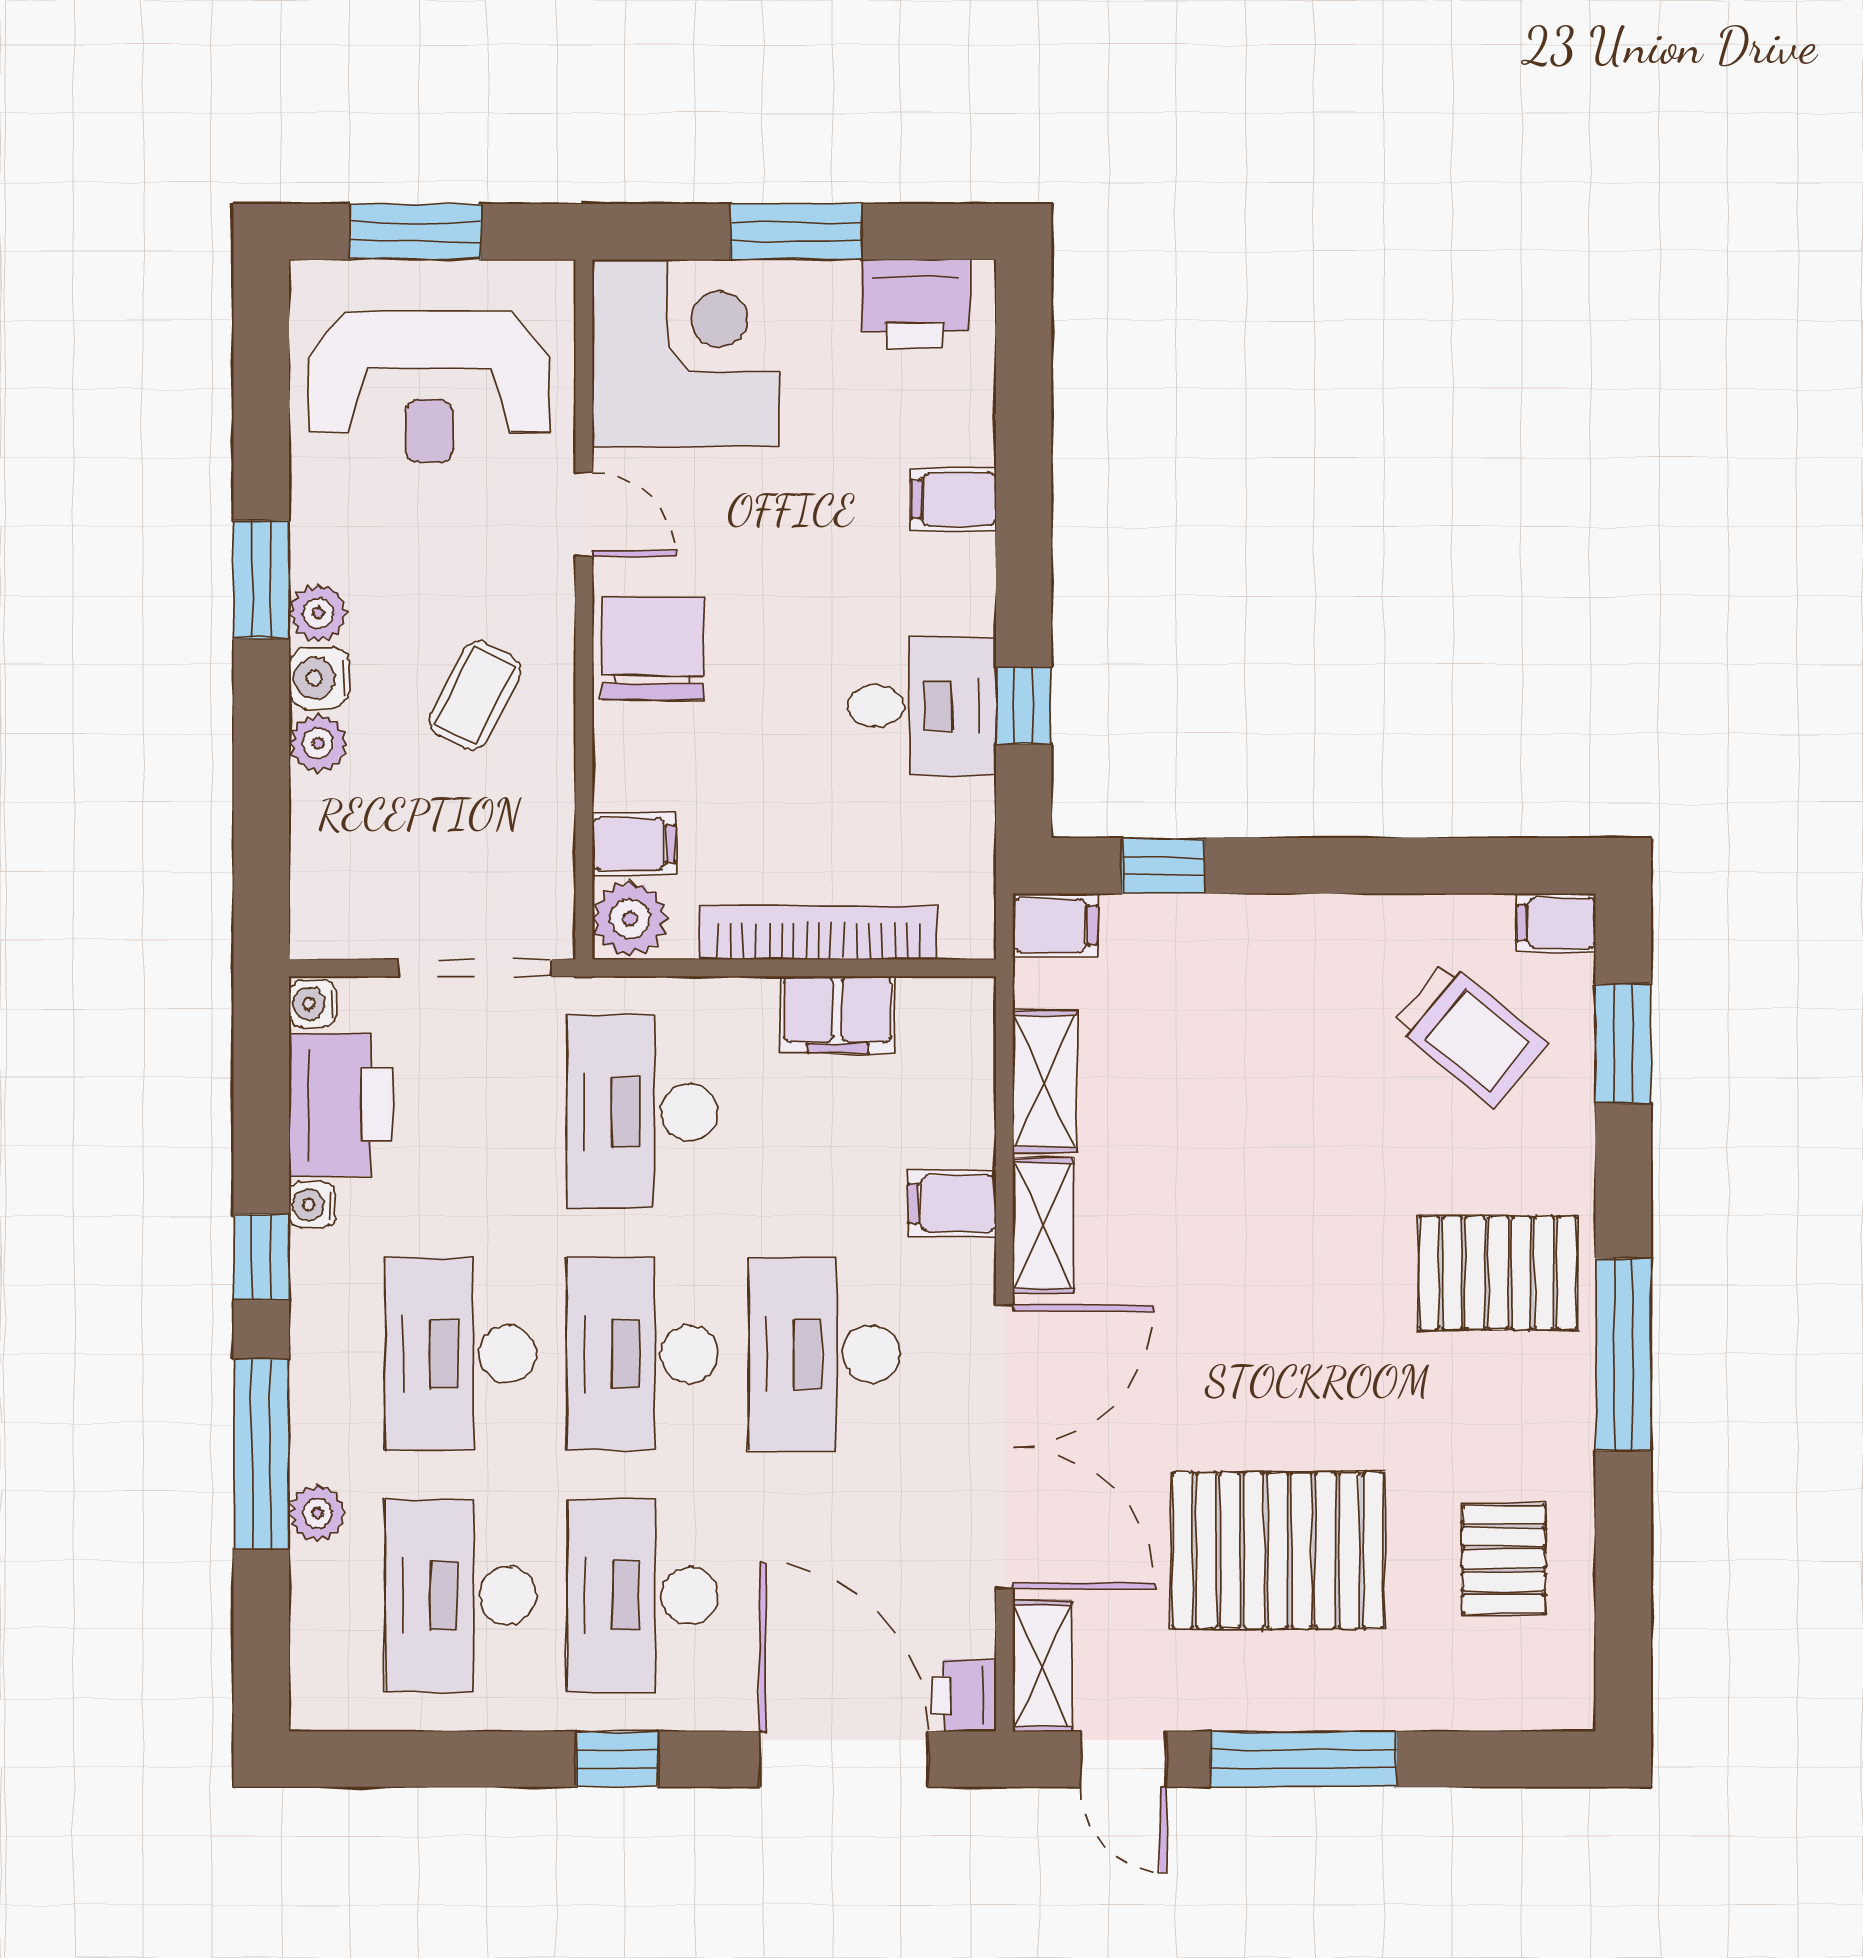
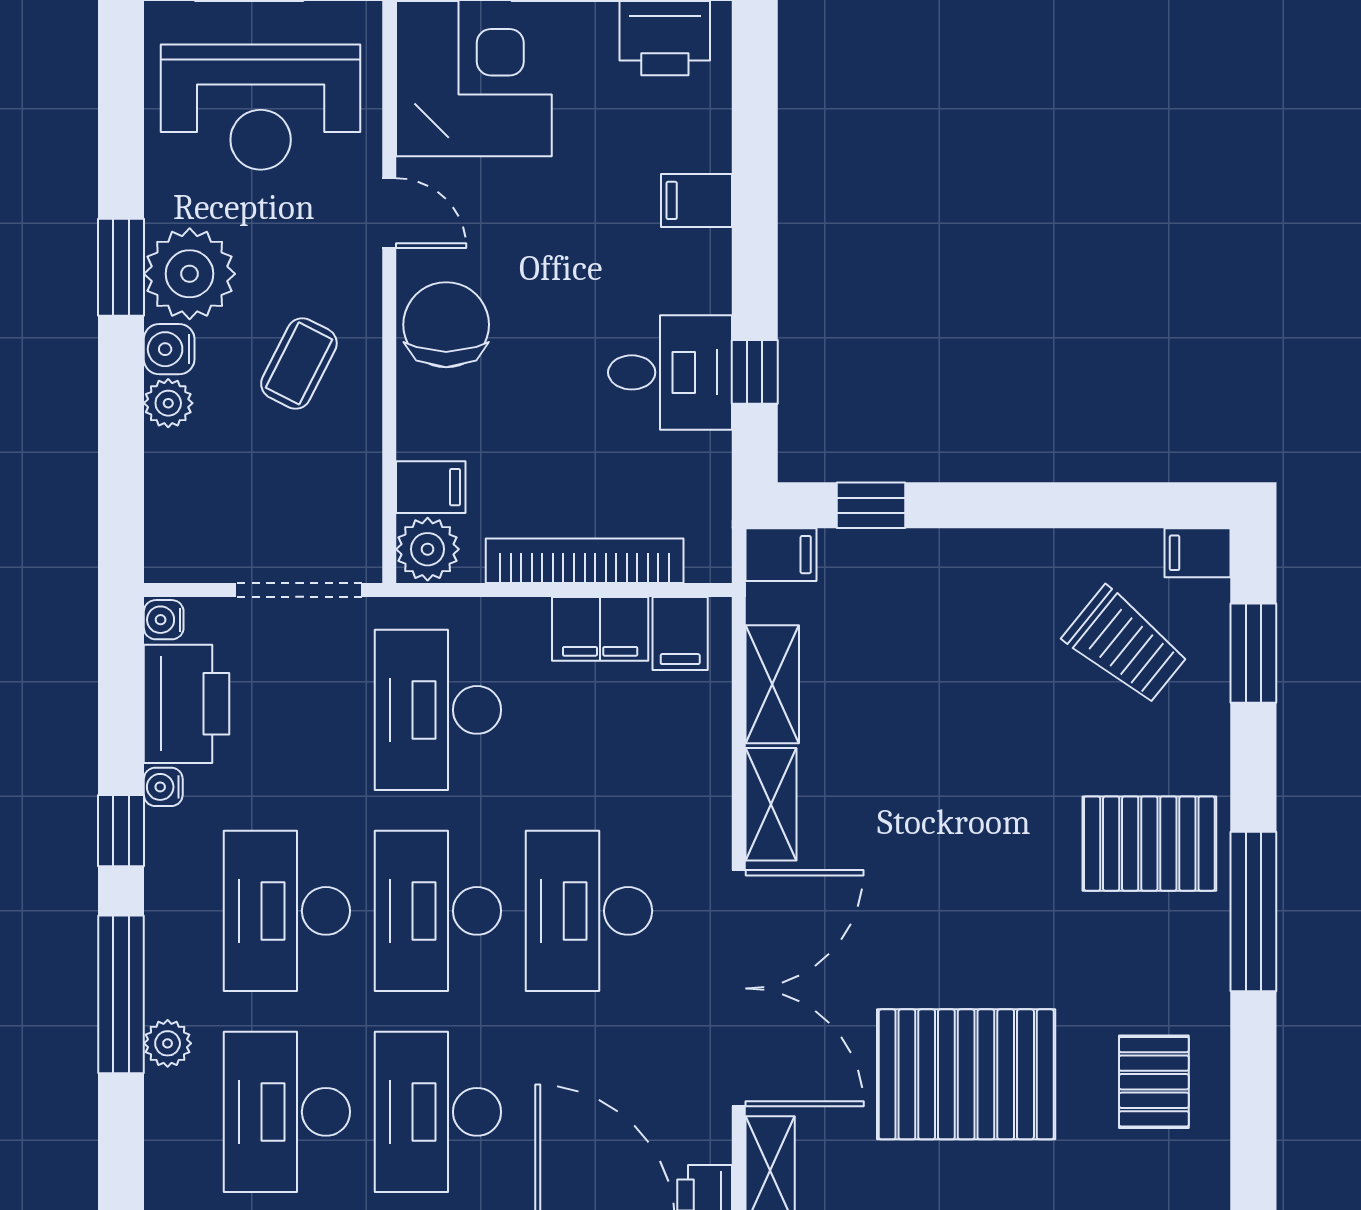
plant: (318, 613) -> (190, 274), width x1.87, depth x1.87
filing cabinet: (952, 1204) -> (680, 633), moved, turned -90

